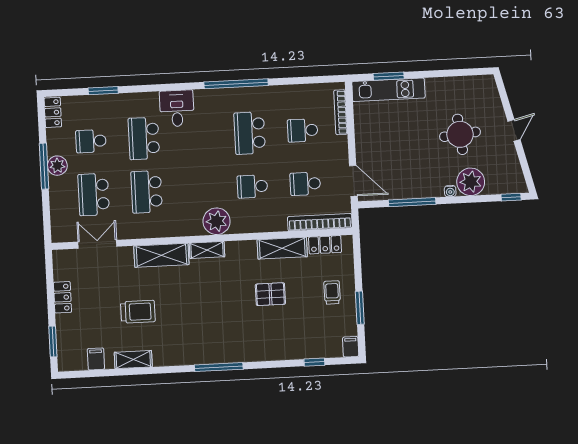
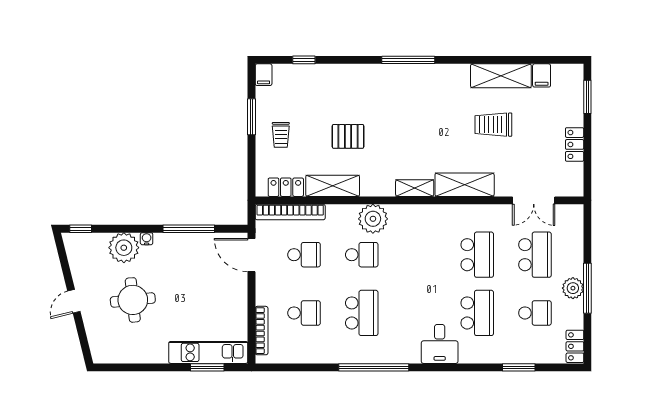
plant: (217, 221) -> (373, 219), moved
shelving: (133, 360) -> (501, 76), width x1.50, depth x1.33

